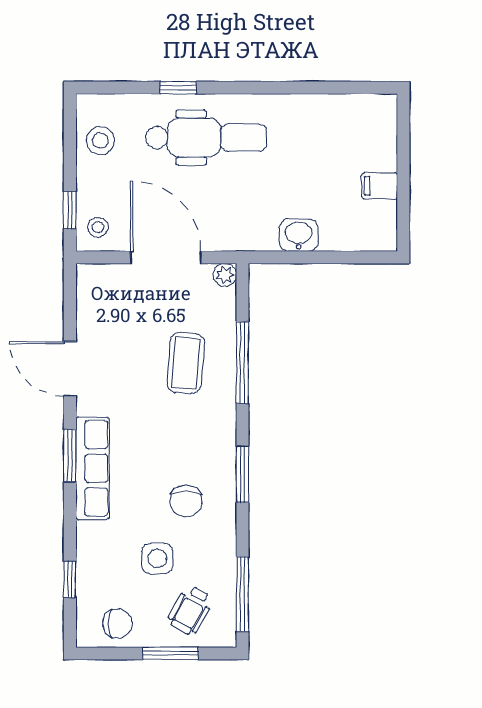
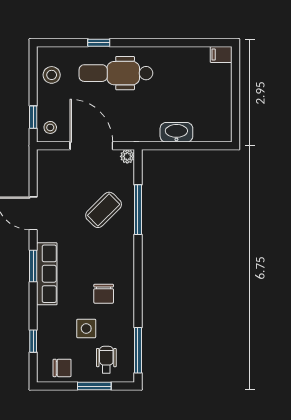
dental chair: (206, 138) -> (116, 73), turned 180
filing cabinet: (380, 186) -> (221, 55), moved
washbasin: (299, 235) -> (176, 132), width x1.38
coffee table: (186, 363) -> (104, 210), turned 40
window: (243, 474) -> (138, 277), removed
wheelchair: (190, 610) -> (106, 360), turned 151

